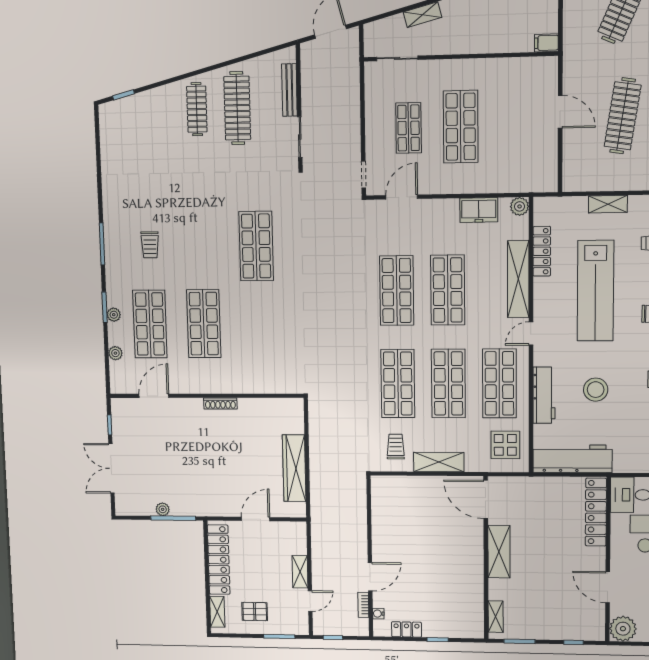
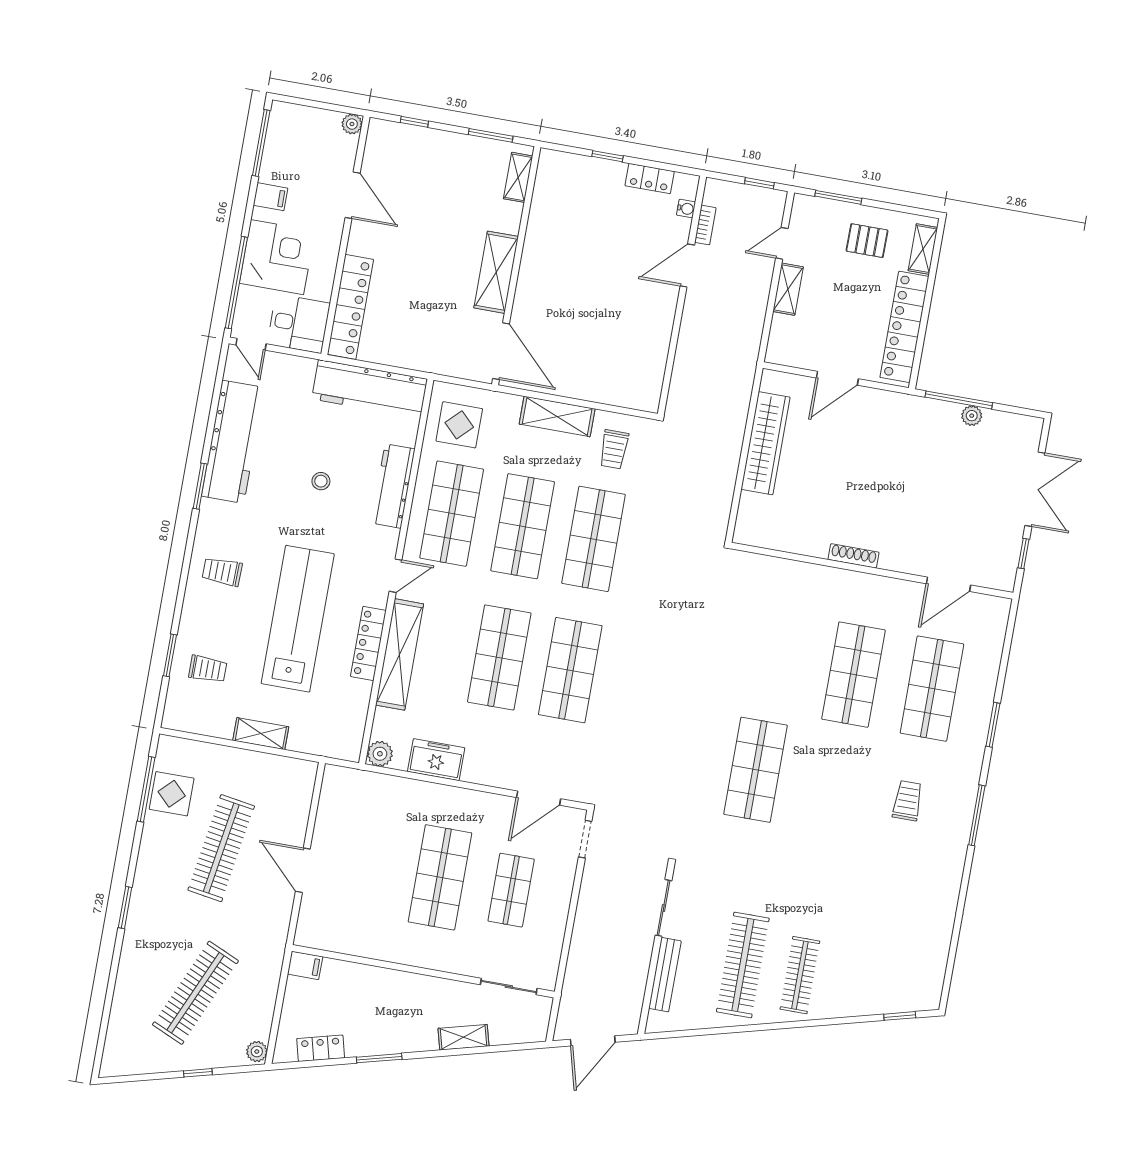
locker: (542, 251) -> (368, 643), moved
plant: (114, 315) -> (982, 712), removed
plant: (115, 353) -> (992, 656), removed
stool: (596, 390) -> (321, 481), width x0.53, depth x0.53
plant: (623, 629) -> (352, 124), width x0.53, depth x0.53

